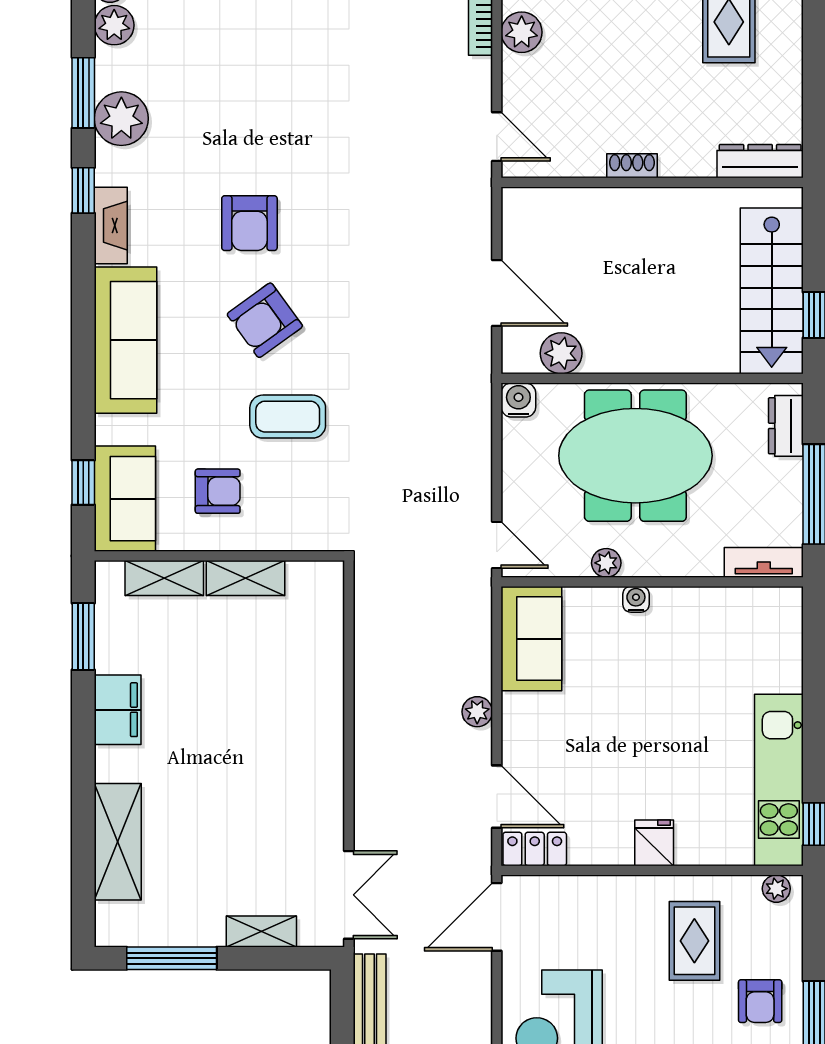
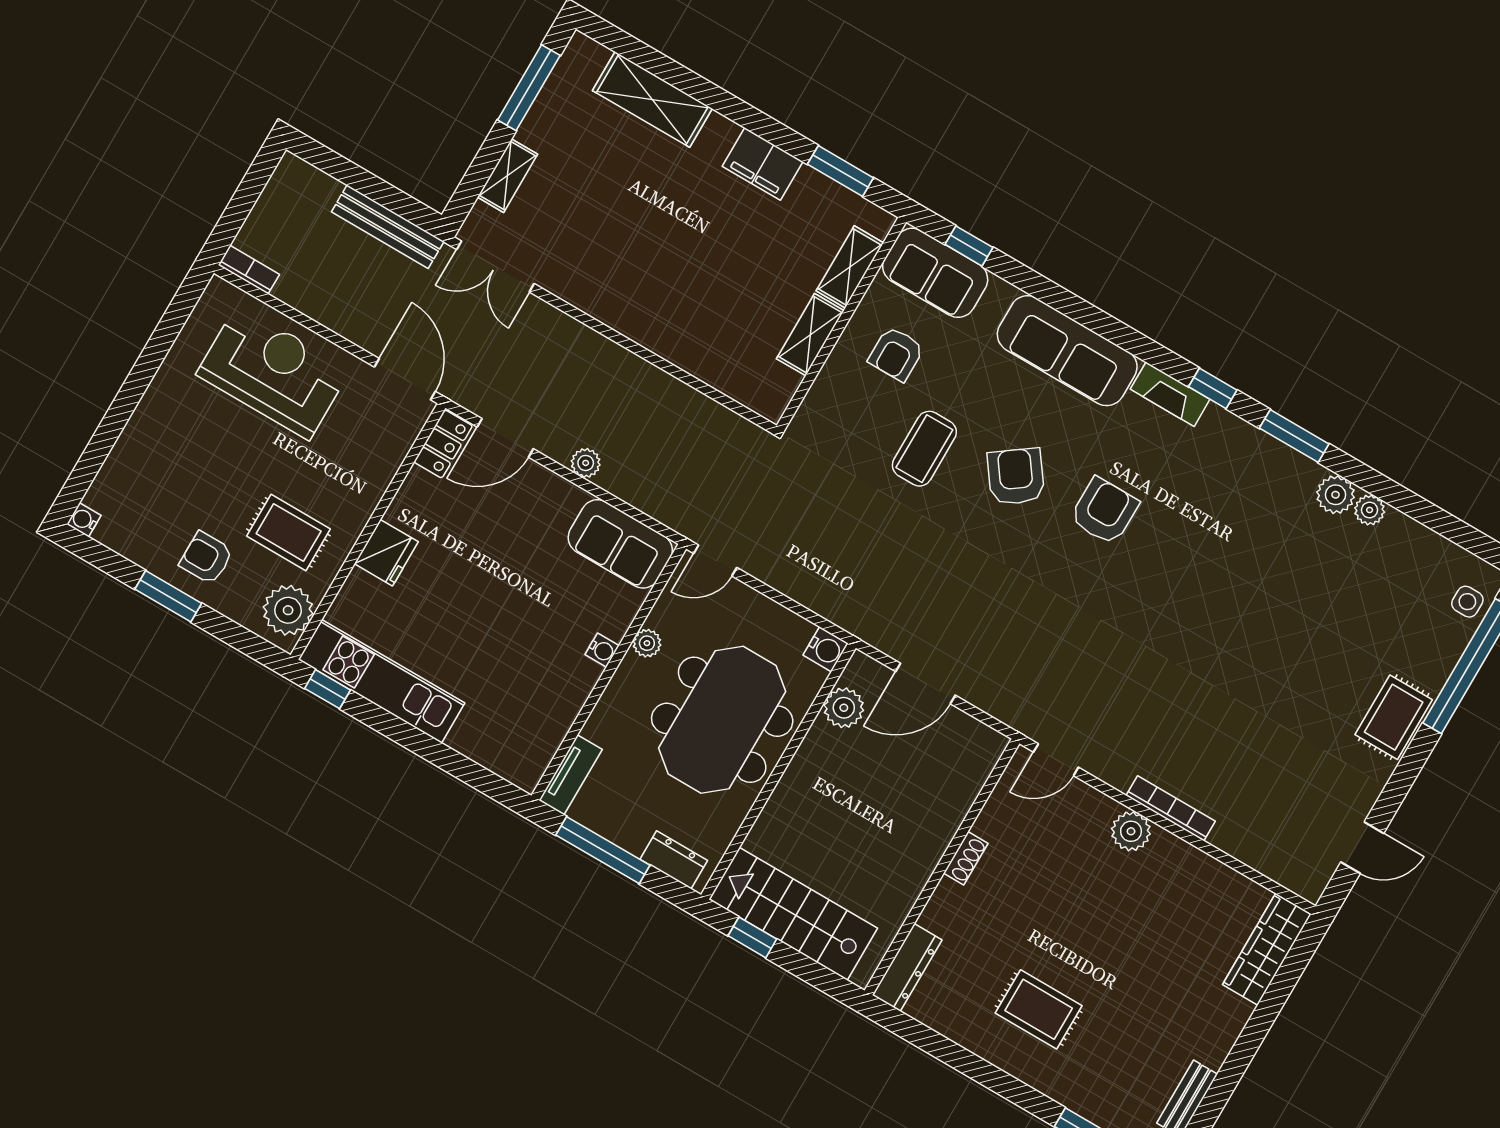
plant: (121, 119) -> (1254, 455), removed
armchair: (249, 223) -> (1104, 511), turned 90
fridge: (654, 843) -> (386, 553), width x1.38
plant: (776, 889) -> (288, 610), width x1.87, depth x1.87

